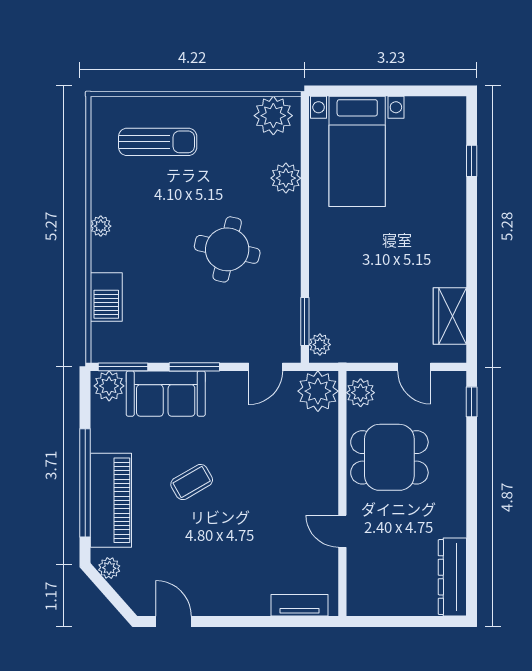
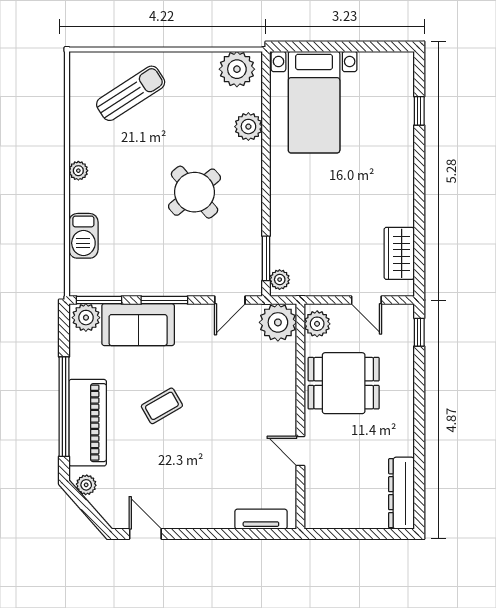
sun lounger: (158, 142) -> (131, 93), turned -33
round table: (227, 249) -> (195, 192), turned 37

